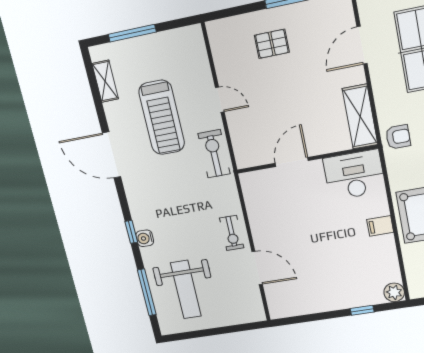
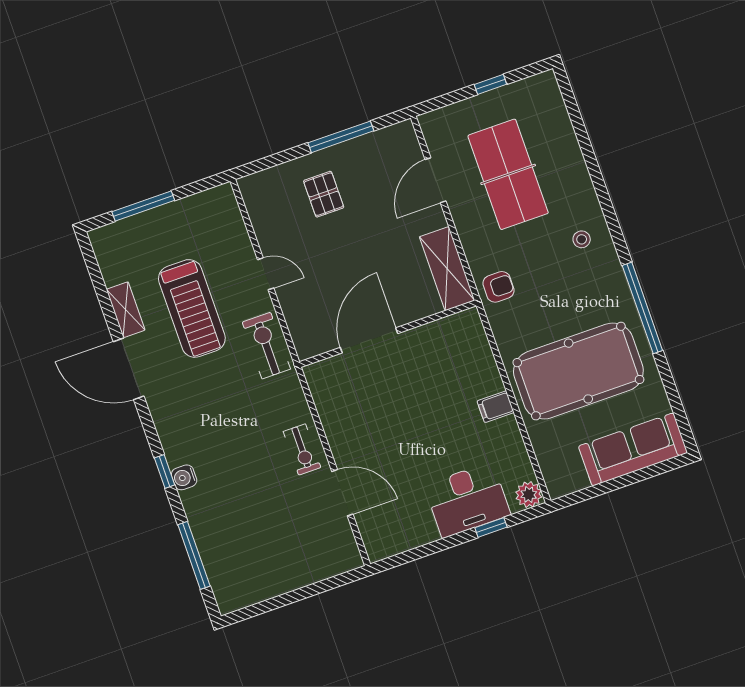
pallet: (272, 44) -> (324, 194), turned 90
shelving: (105, 81) -> (126, 310), moved
door: (292, 162) -> (369, 340), width x1.36
desk: (354, 175) -> (467, 500), moved, turned 180
weight bench: (186, 290) -> (248, 541), removed

